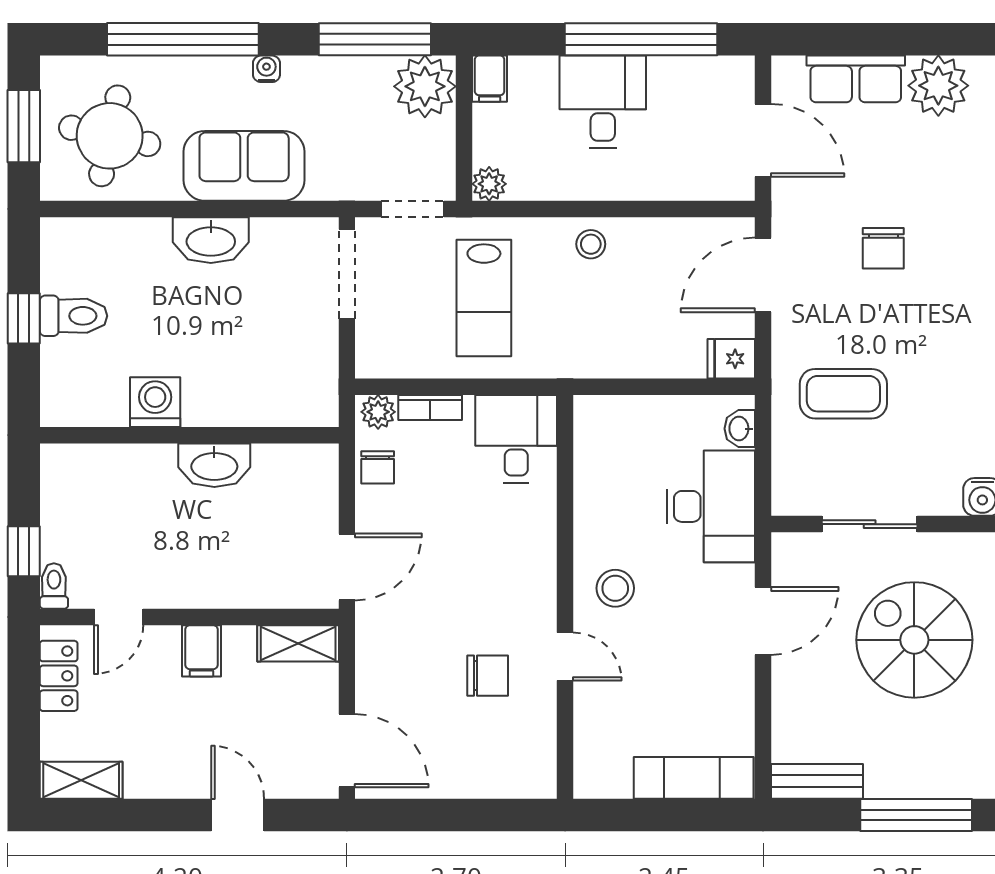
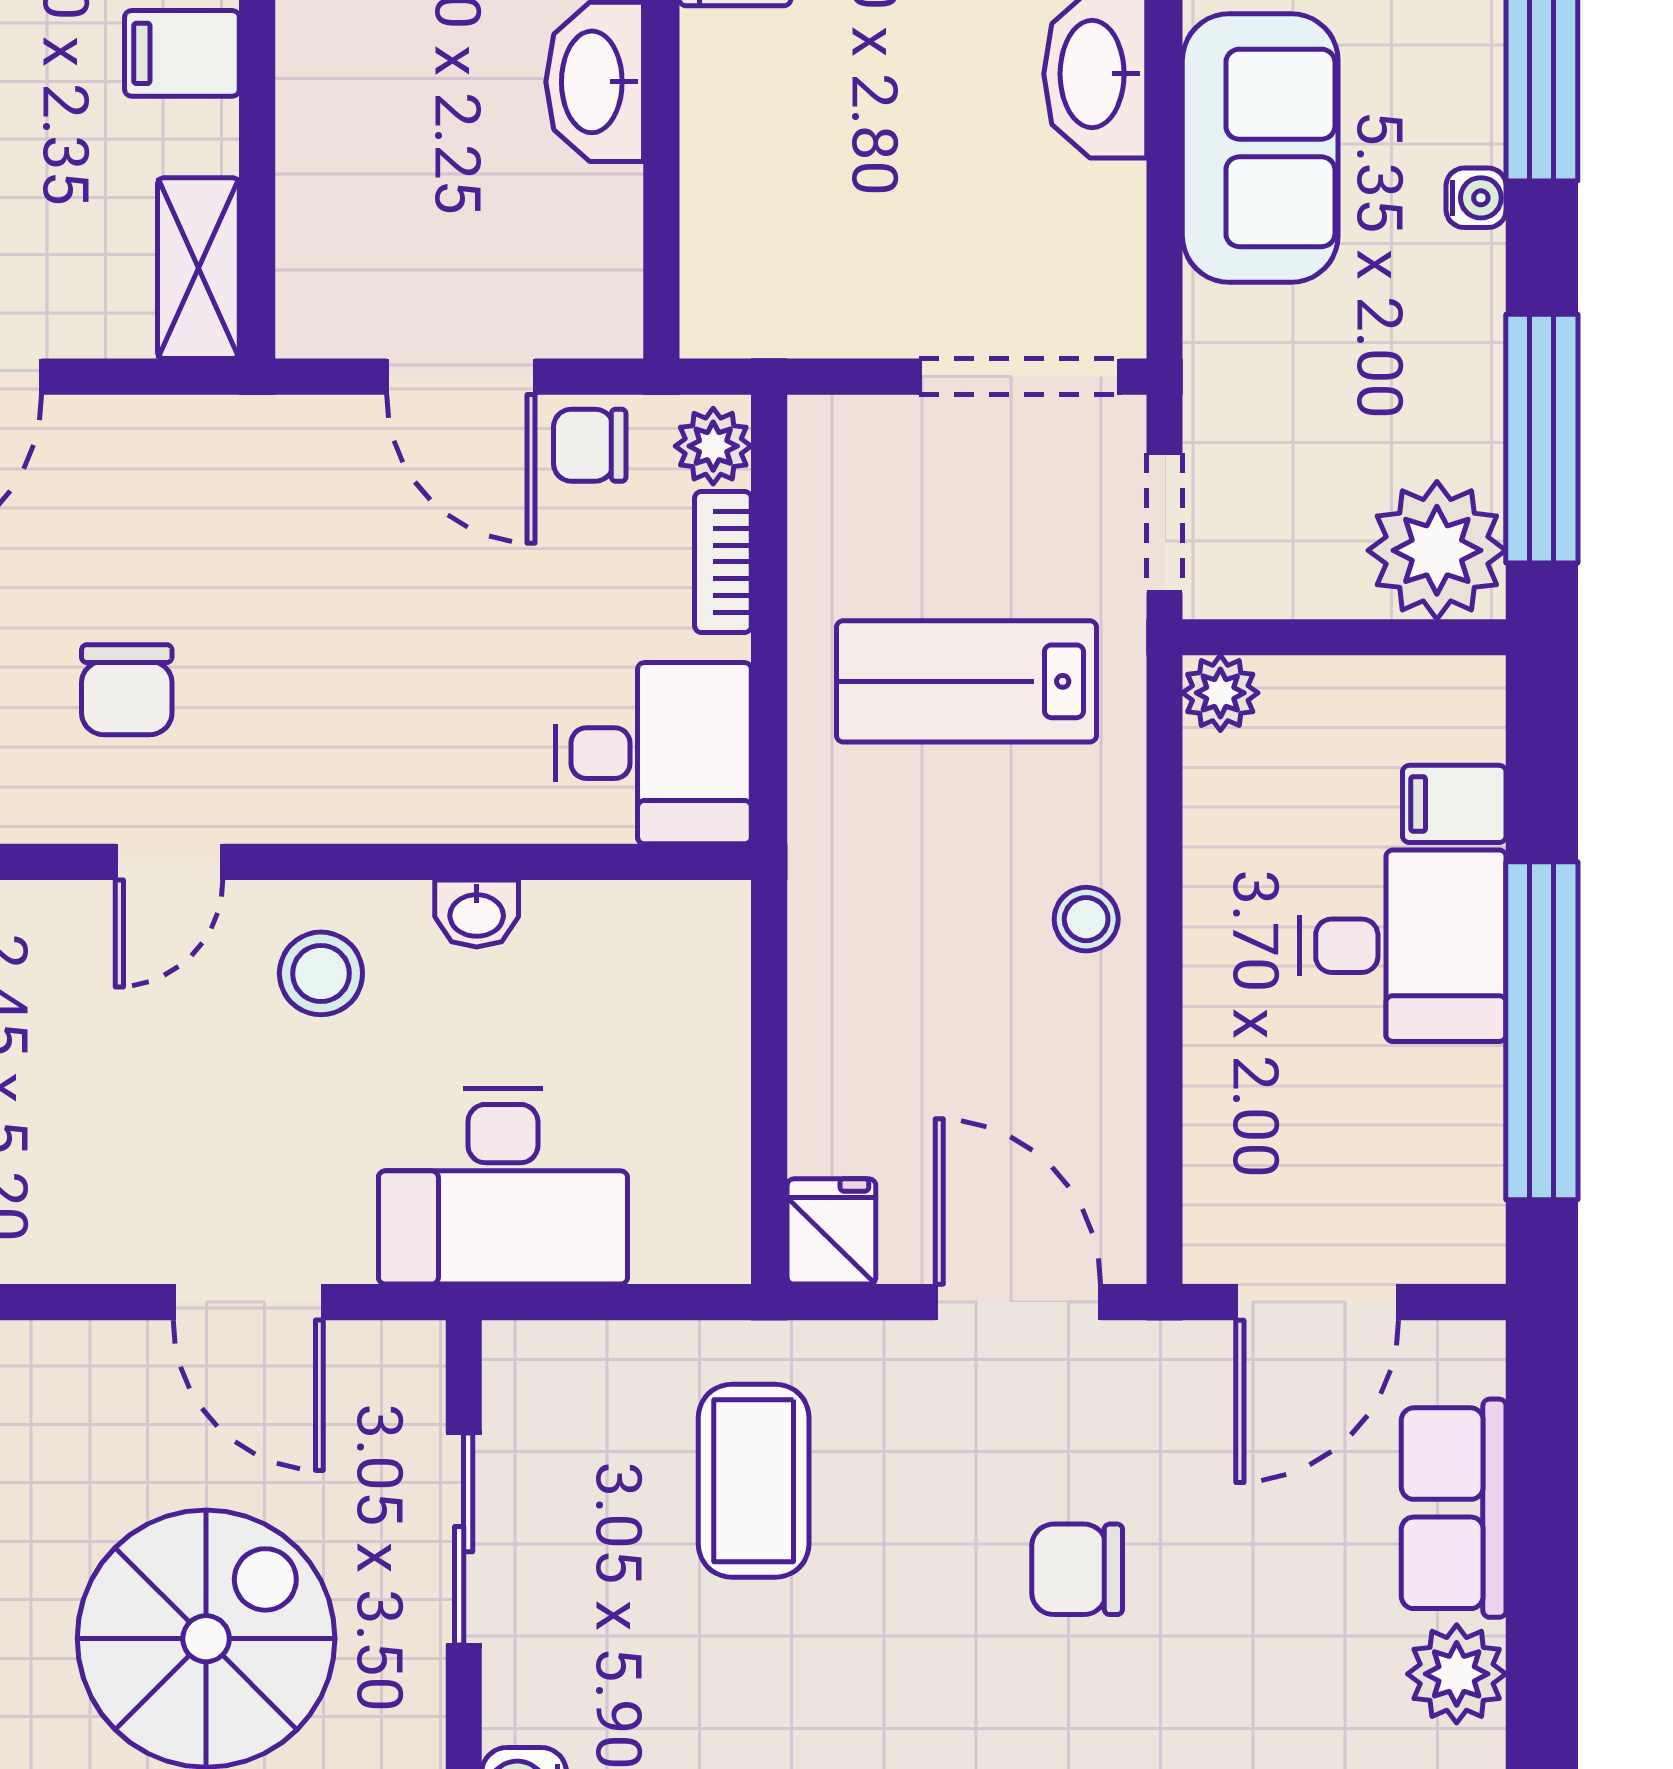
filing cabinet: (490, 79) -> (1454, 804), moved
plant: (938, 86) -> (1457, 1674), width x0.73, depth x0.73
washbasin: (740, 429) -> (477, 914), moved, turned 180
door: (347, 567) -> (461, 377), moved

